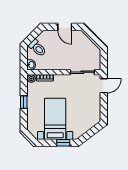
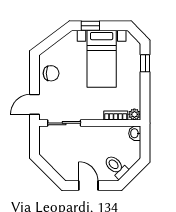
toilet: (37, 48) -> (116, 167), moved
window: (24, 102) -> (145, 63), moved
chair: (92, 108) -> (51, 73), added

